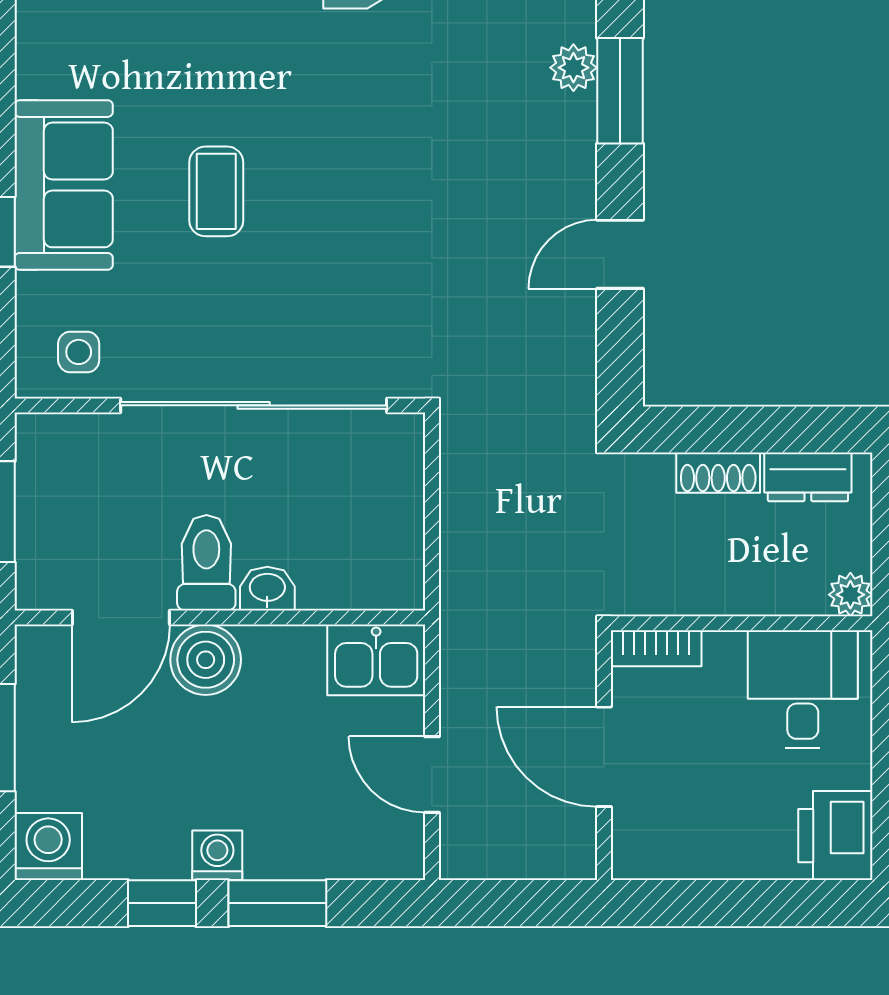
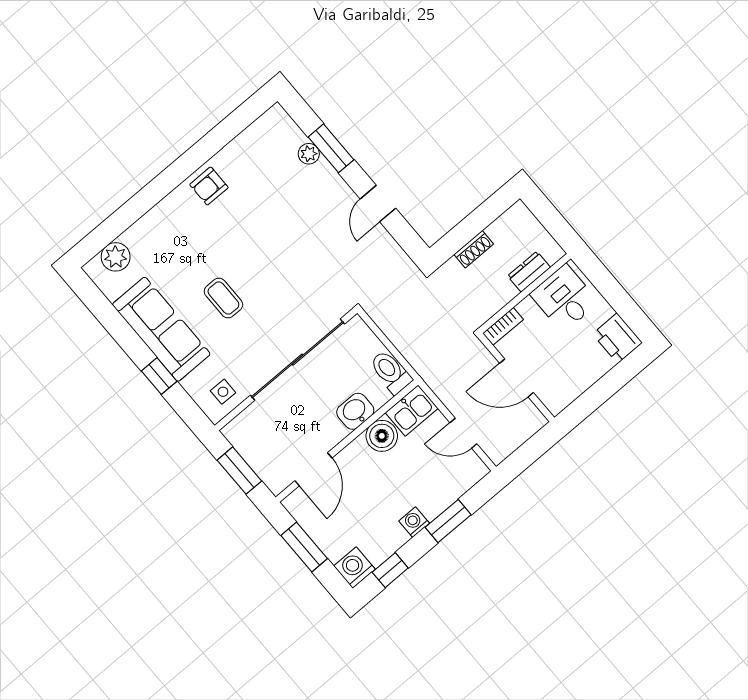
sofa: (64, 185) -> (161, 329), width x1.36
dresser: (808, 477) -> (529, 272), moved, turned 180
toilet: (206, 563) -> (391, 372), moved
washbasin: (267, 589) -> (355, 411), width x1.38, depth x1.45
plant: (850, 595) -> (553, 253), removed
boiler: (206, 660) -> (382, 436), moved
window: (162, 903) -> (390, 570), moved

